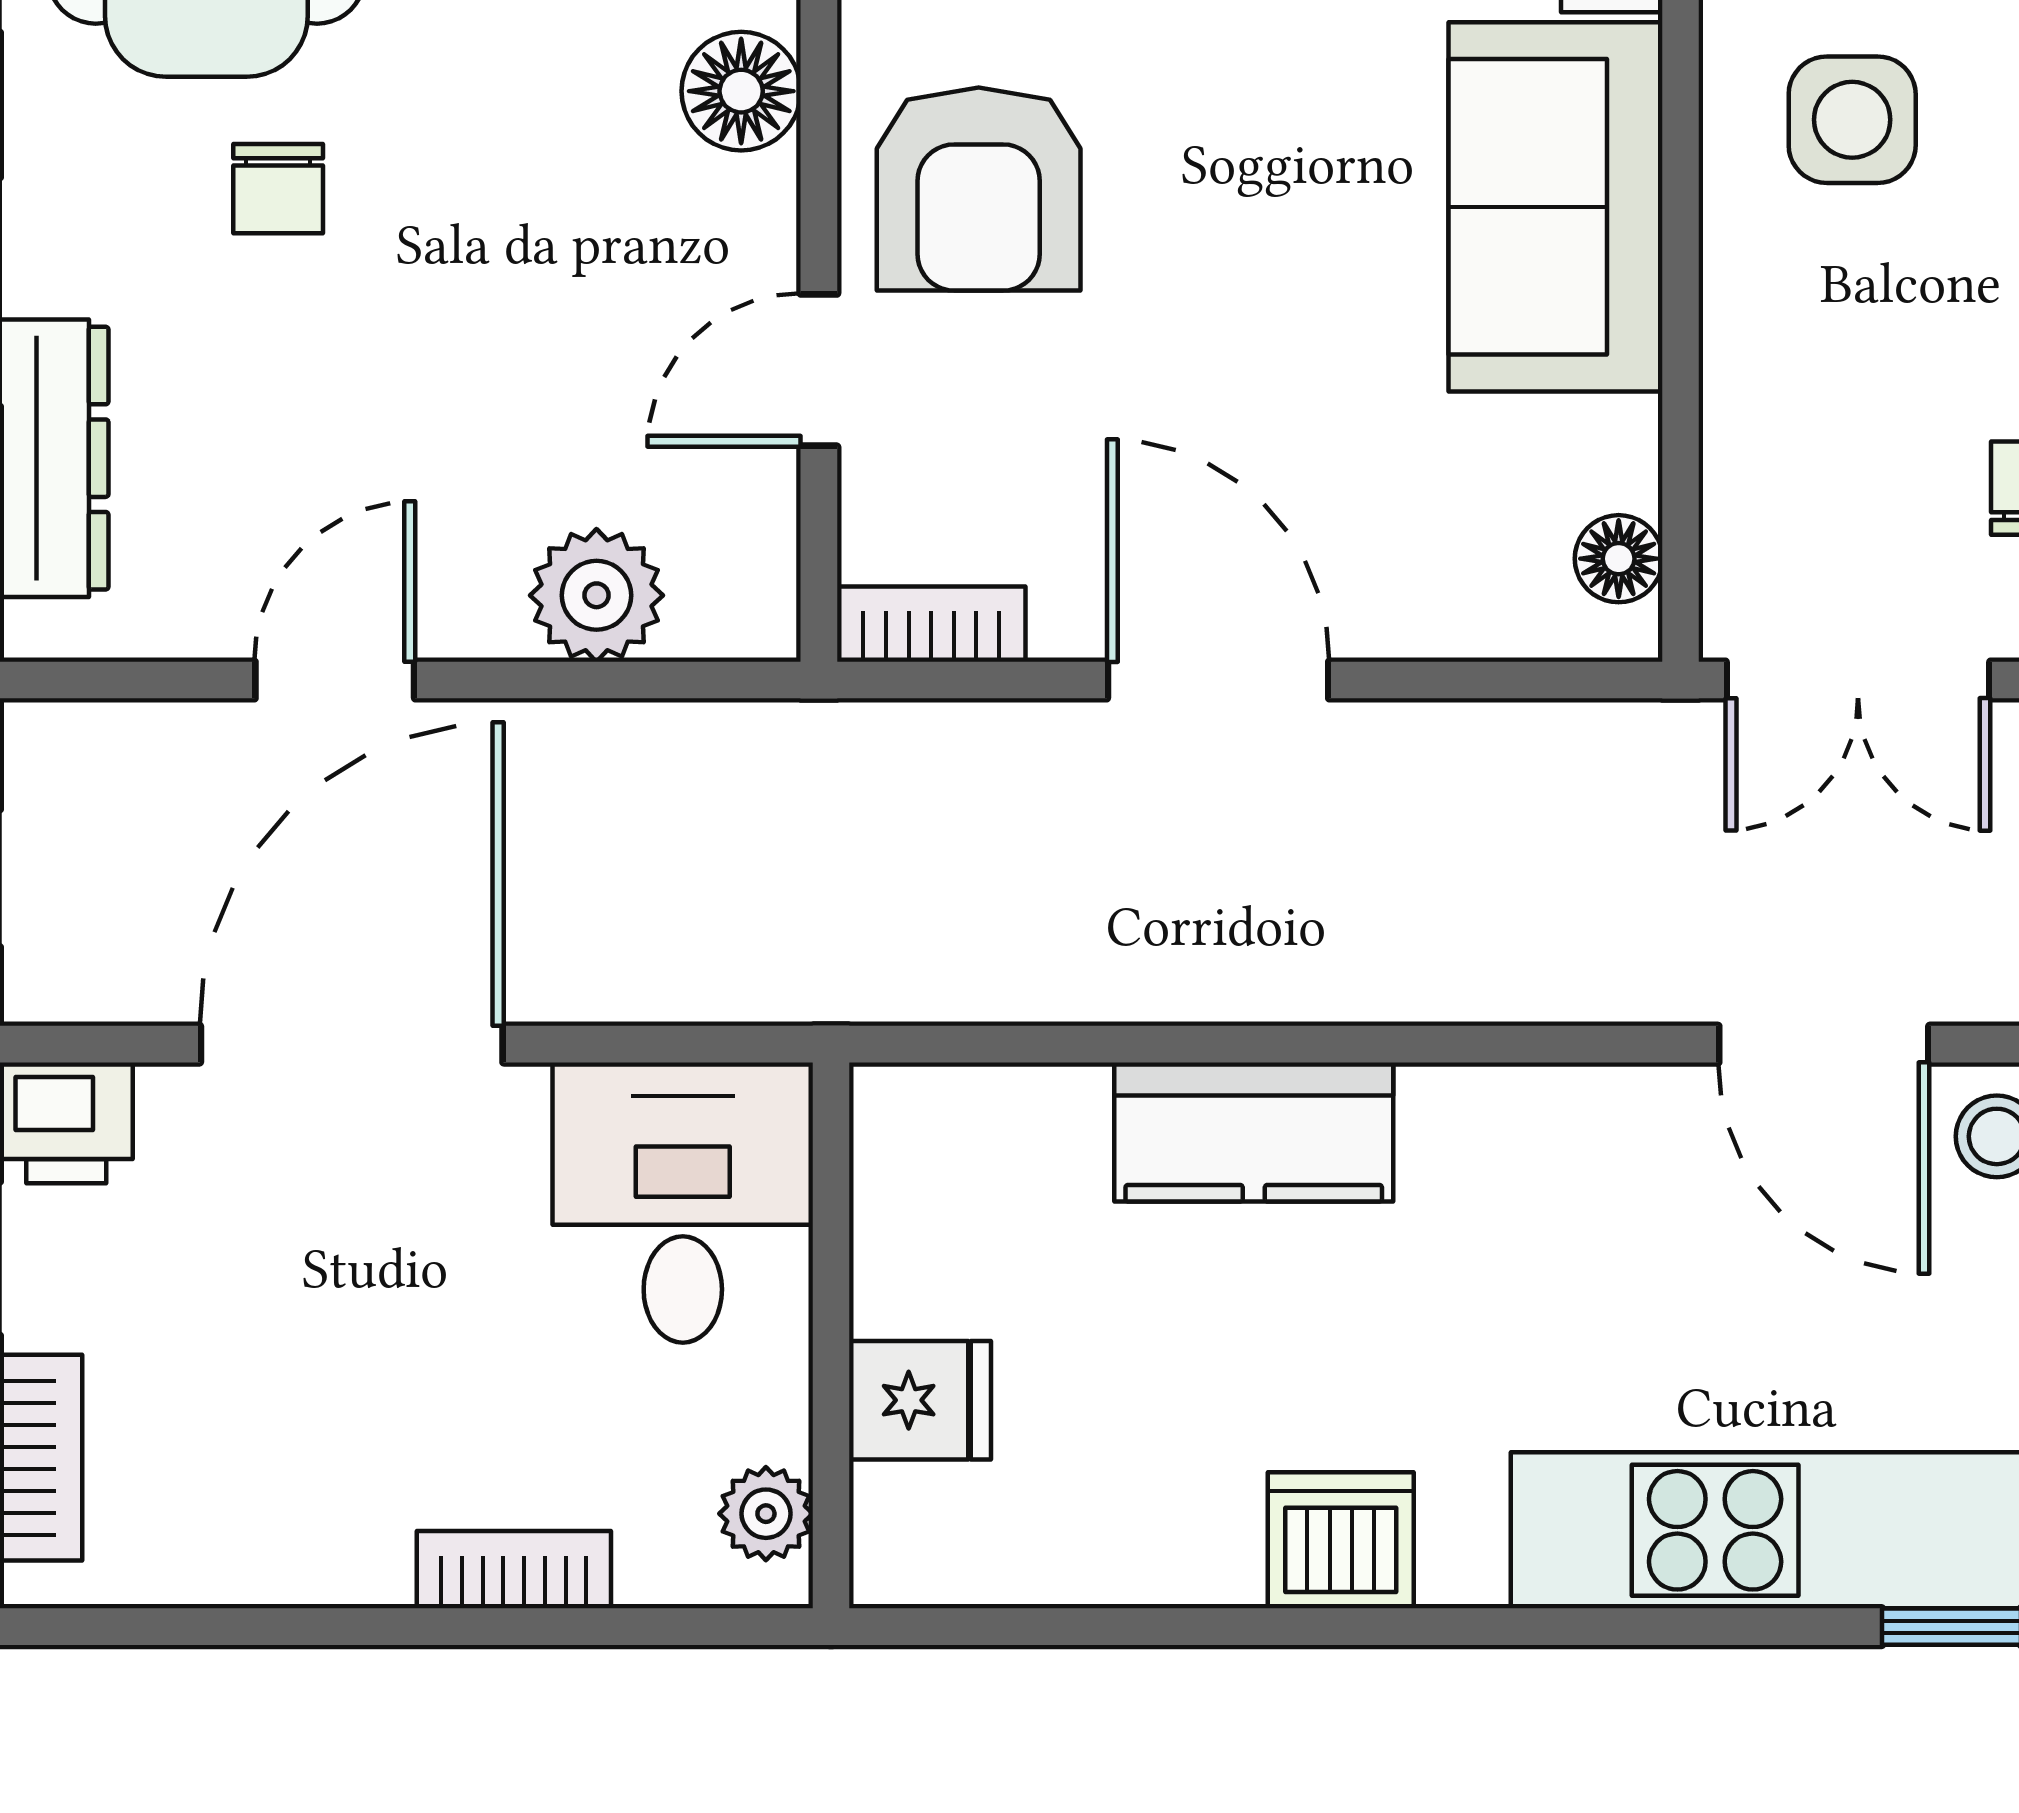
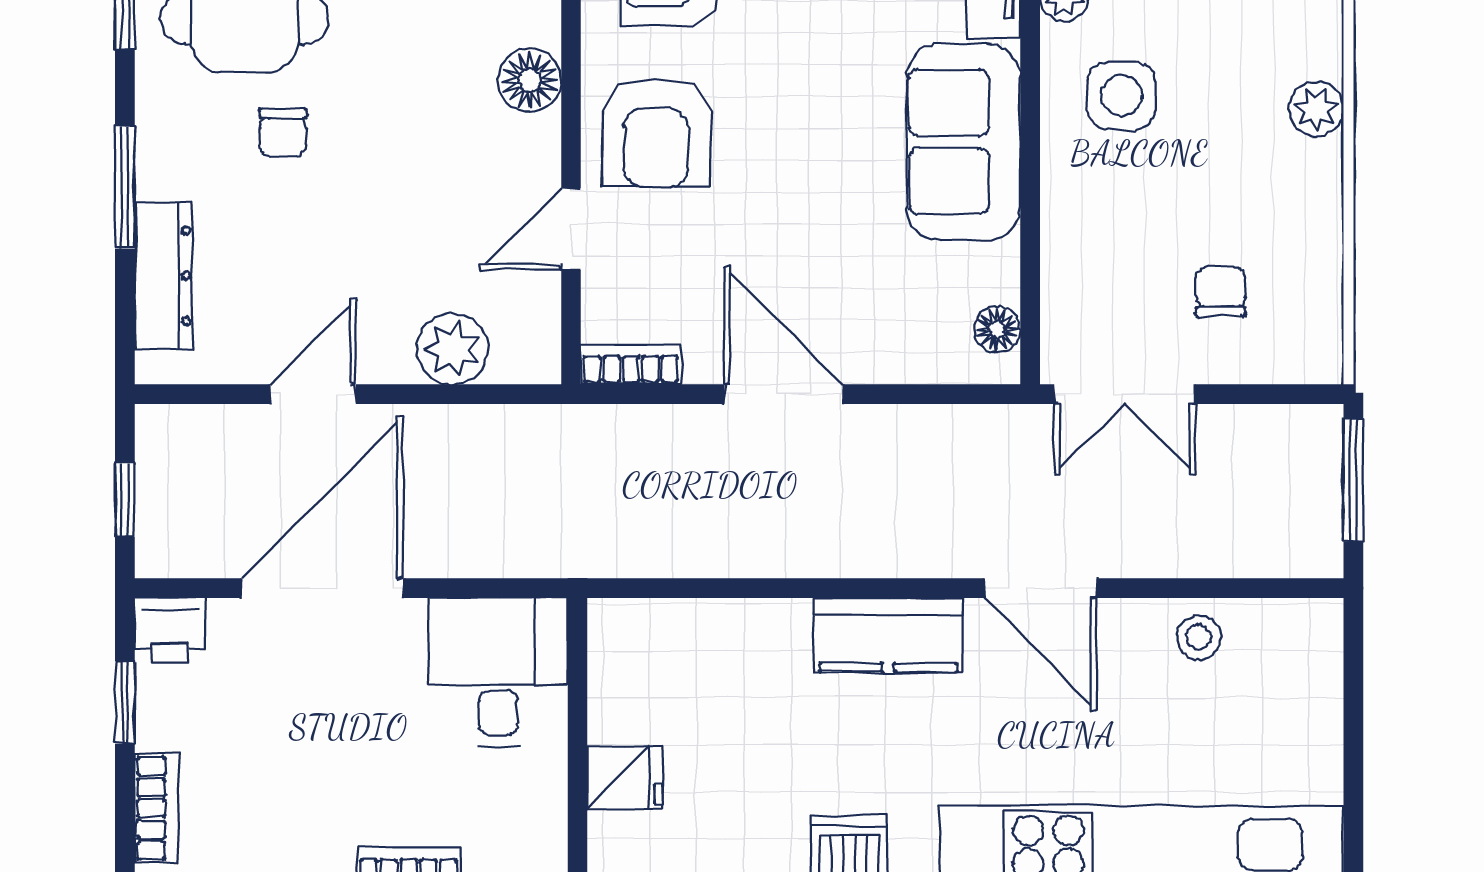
door: (1824, 1044) -> (1040, 588), moved
kitchen counter: (1254, 1132) -> (888, 635), moved
plant: (766, 1514) -> (543, 838), removed

